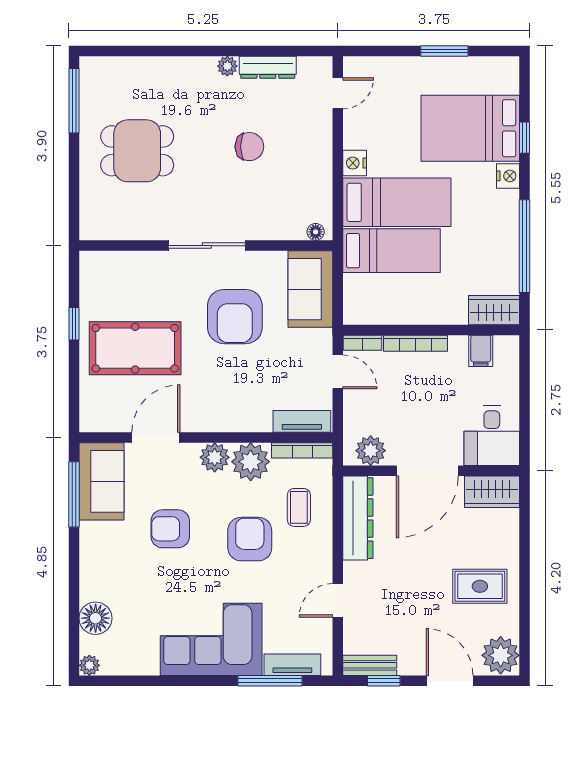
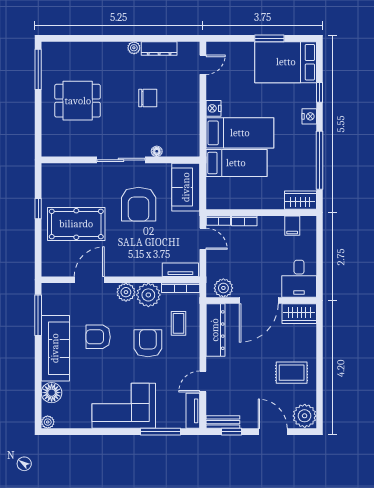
bed: (470, 128) -> (286, 62), moved
floor lamp: (316, 232) -> (157, 151), moved
bookcase: (416, 343) -> (244, 221), width x0.64
sofa: (102, 481) -> (55, 348), moved, width x1.36
tv unit: (292, 665) -> (193, 411), moved, turned -90

